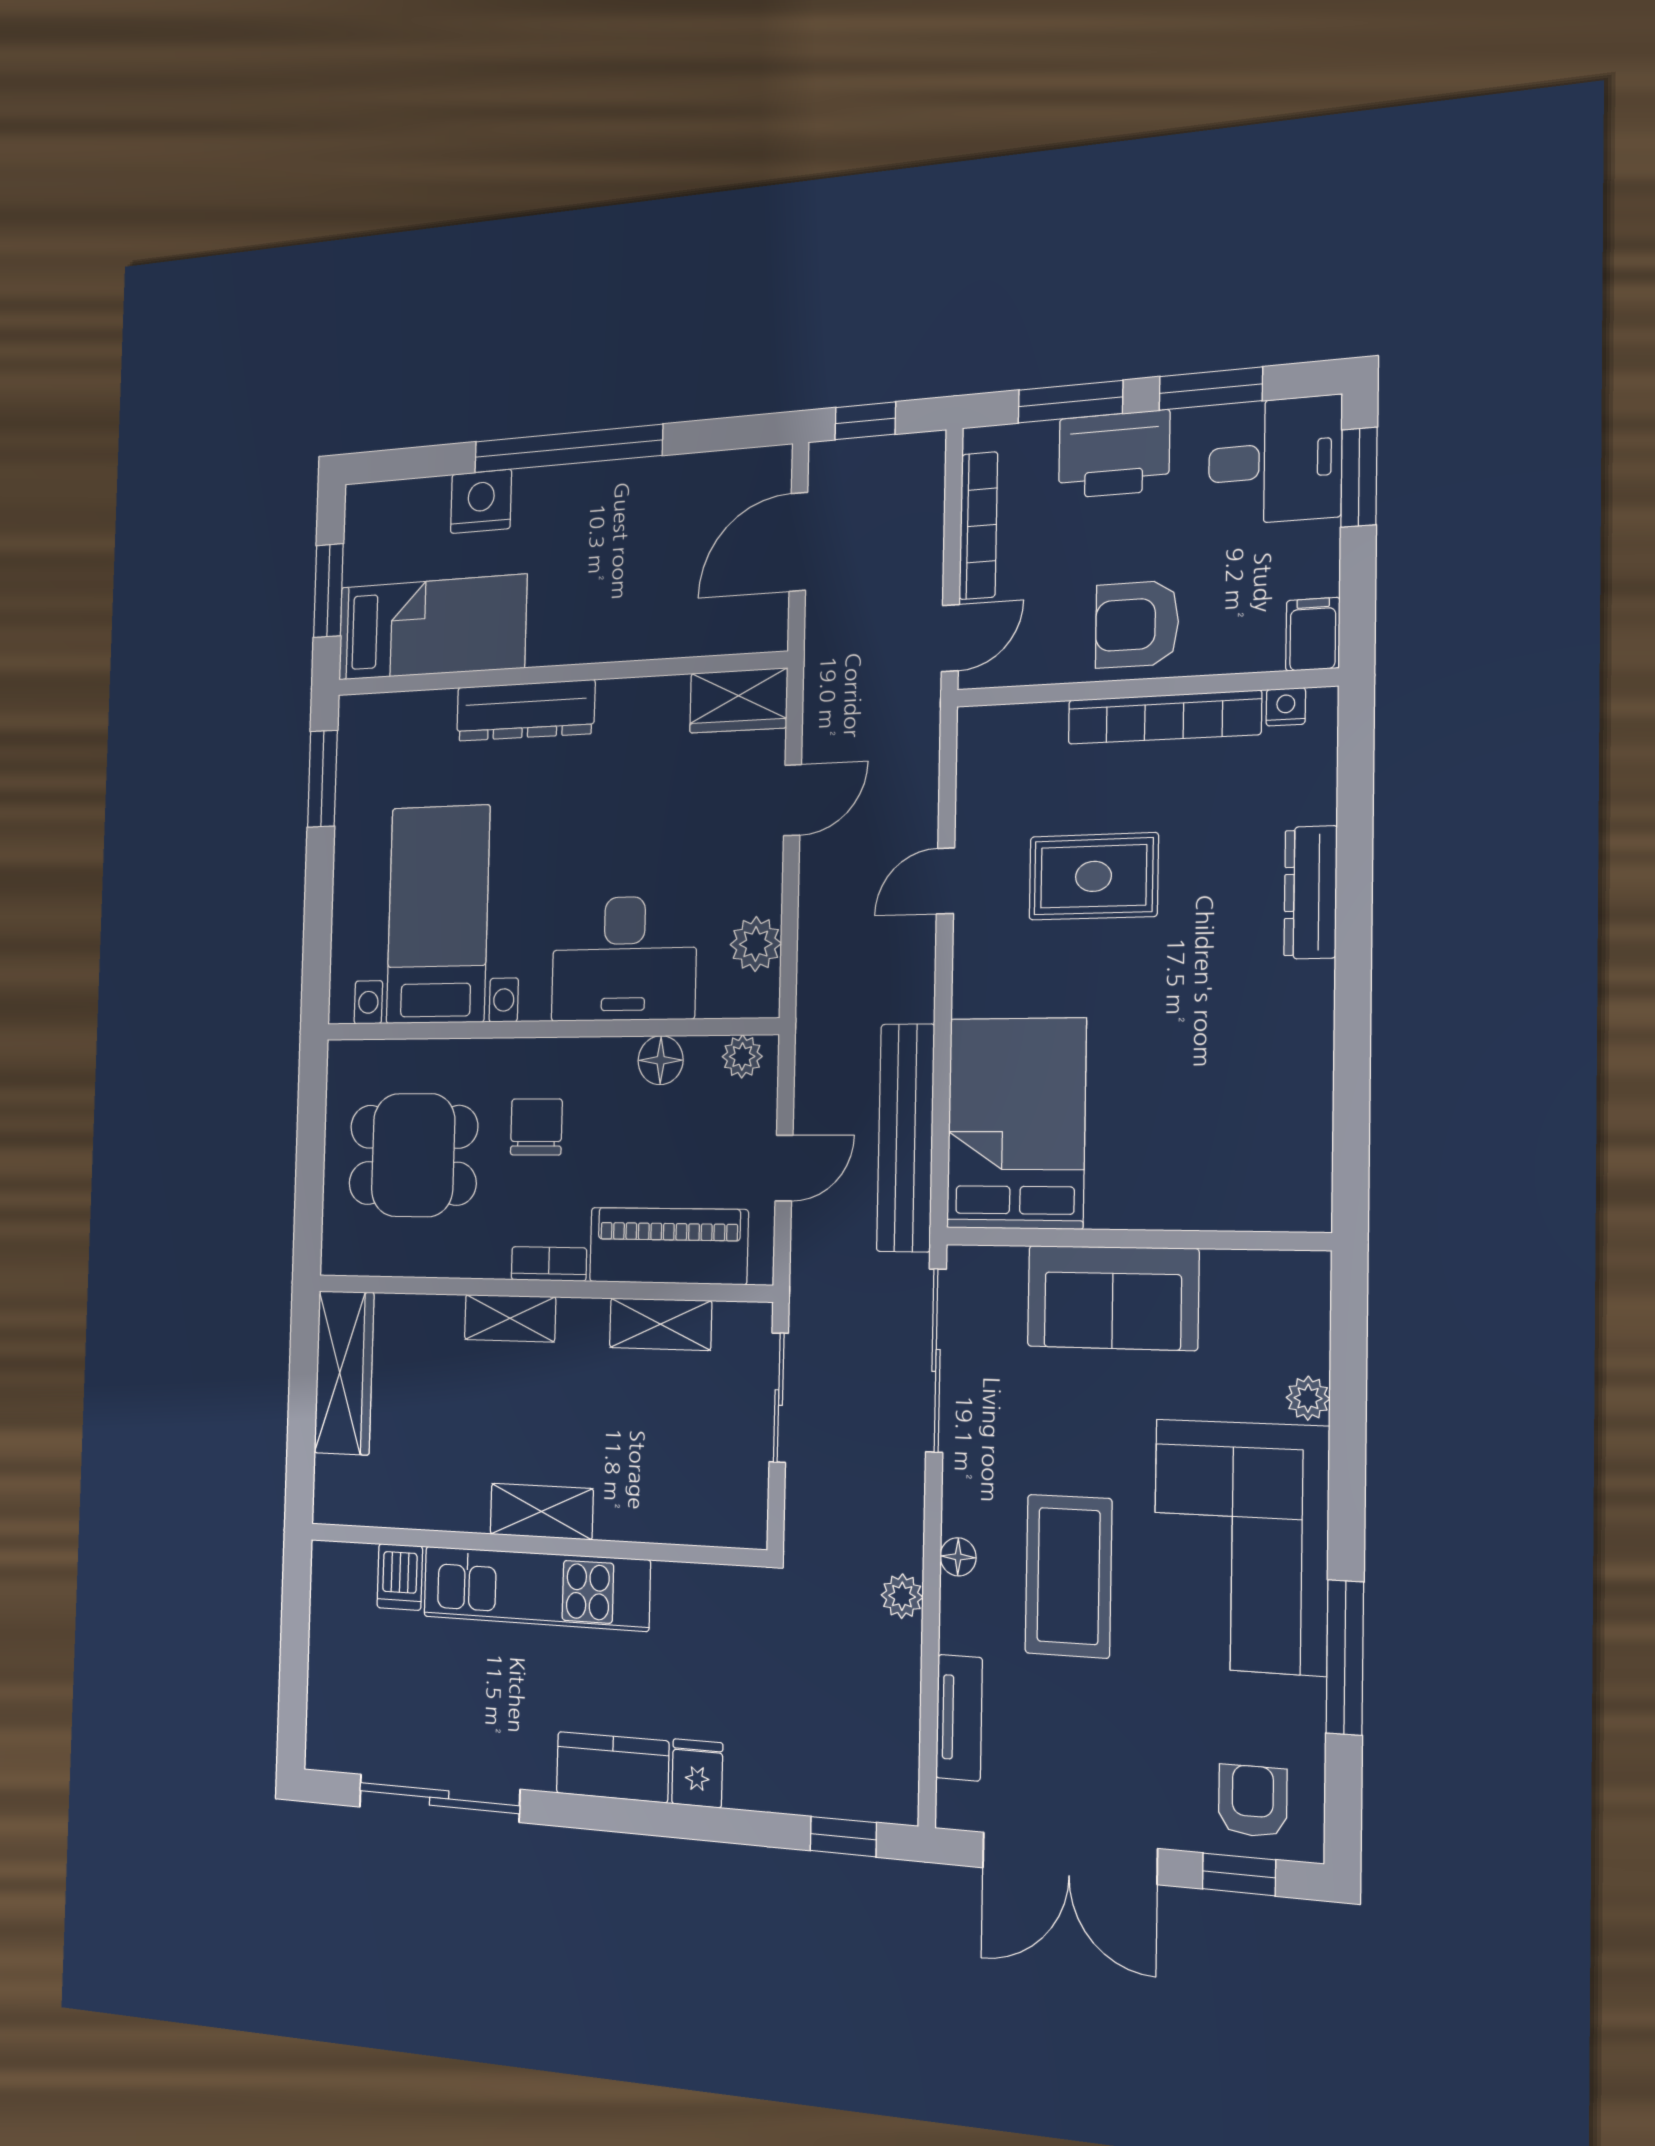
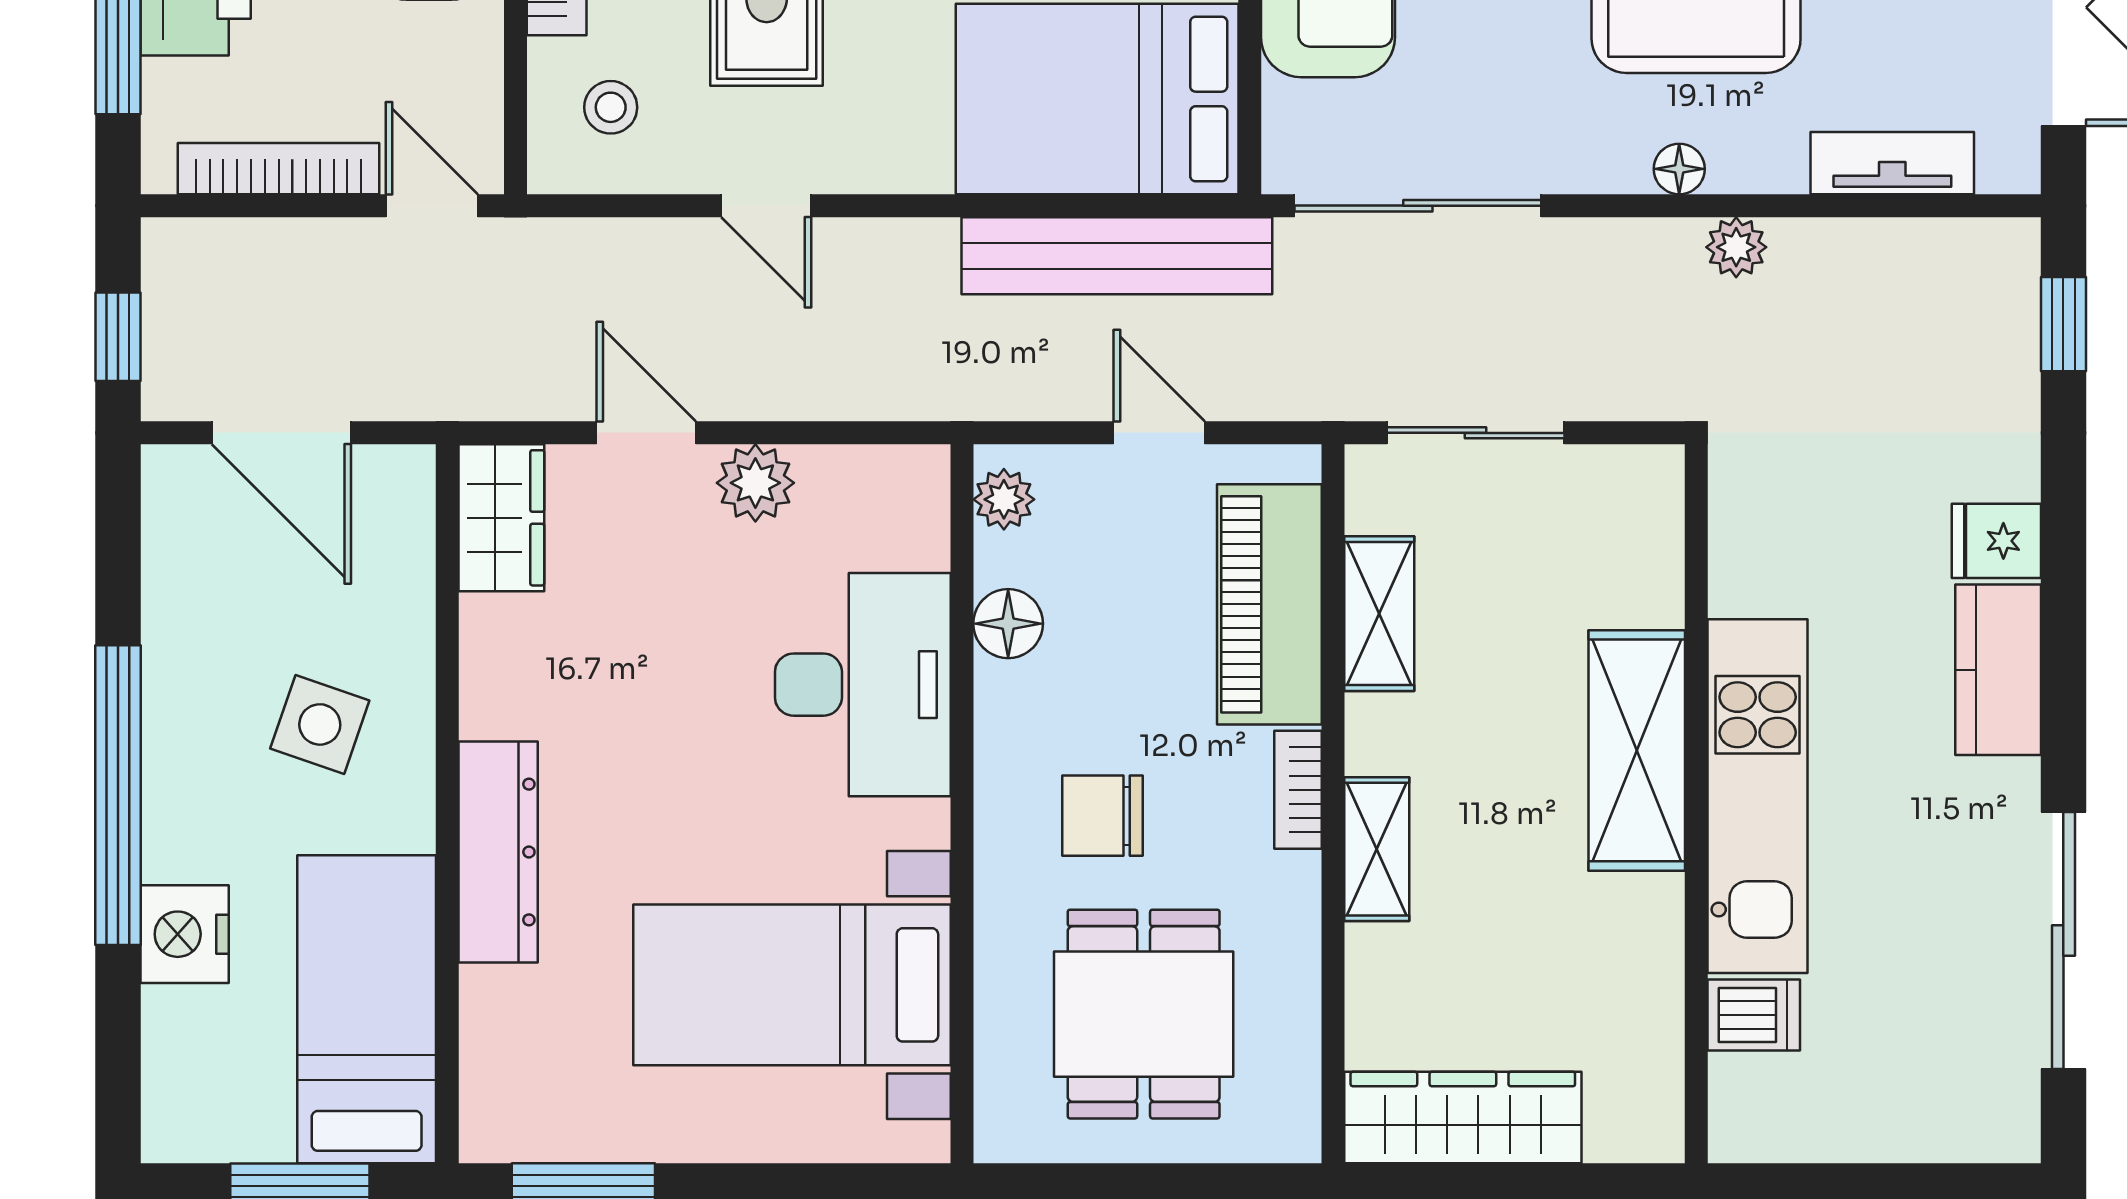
side table: (609, 583) -> (320, 724), added
stool: (1017, 764) -> (611, 107), added
plant: (756, 944) -> (755, 483), moved
shelving: (542, 1511) -> (1637, 750), width x1.50, depth x1.33

